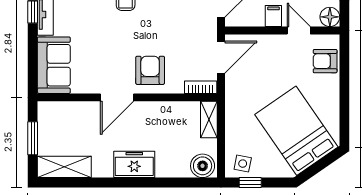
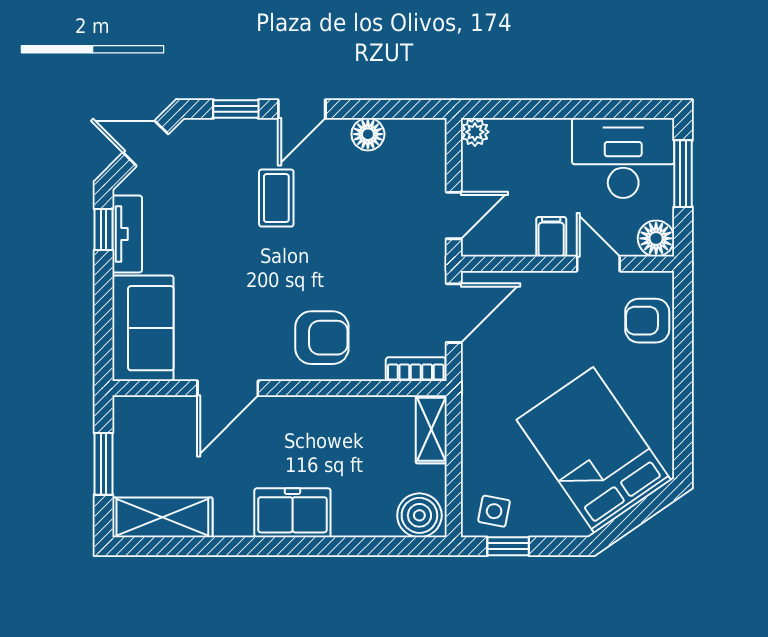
armchair: (150, 70) -> (322, 338), turned 90
door: (117, 97) -> (228, 388), moved

